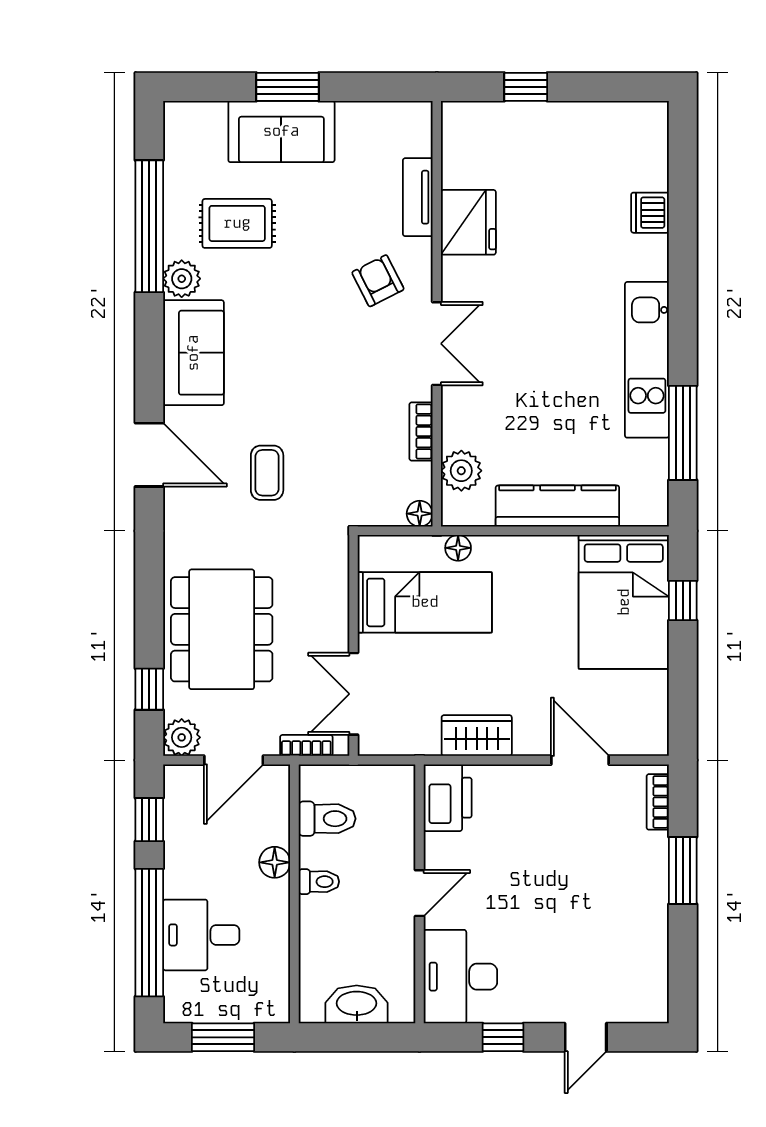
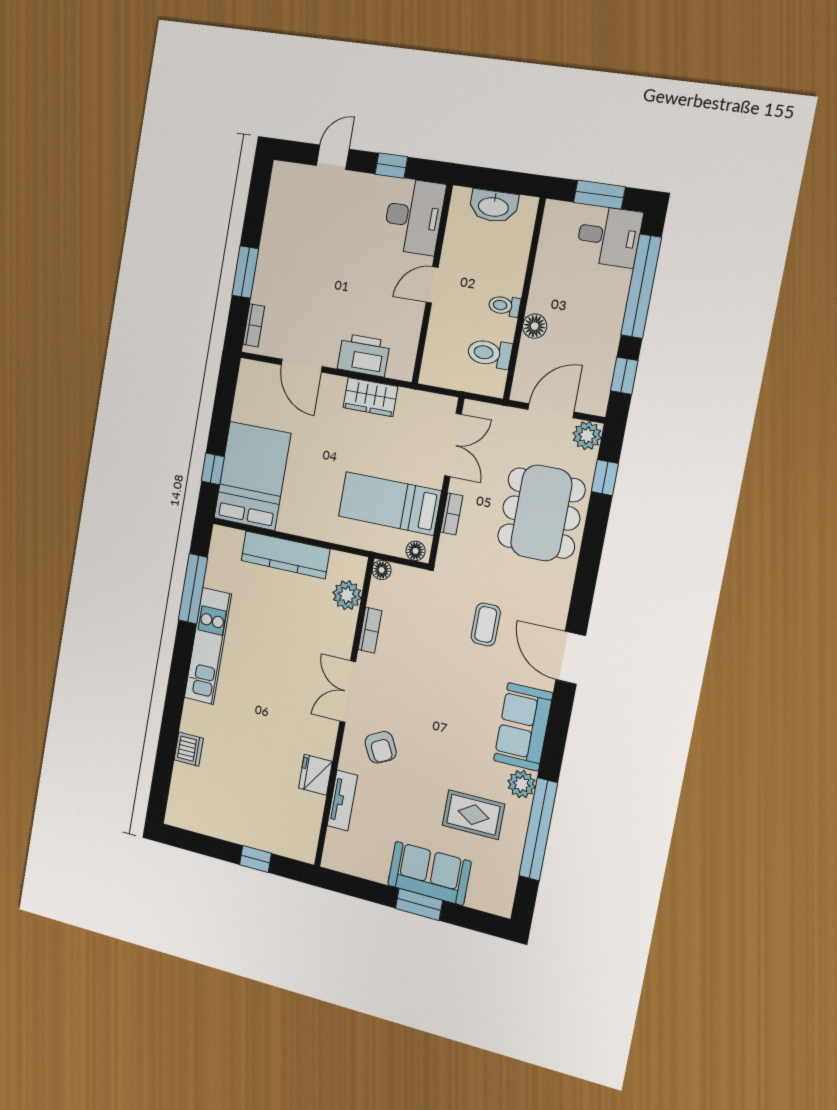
fridge: (468, 222) -> (315, 775), width x0.73, depth x0.75
floor lamp: (458, 548) -> (416, 551), moved
bookcase: (306, 745) -> (452, 514), moved, turned -90
printer: (448, 798) -> (364, 355), moved, turned 90
desk: (201, 935) -> (609, 236), moved

